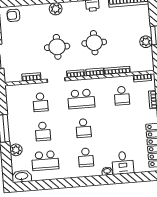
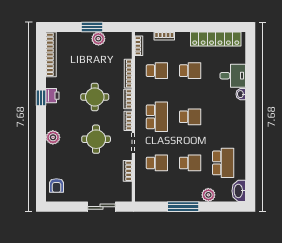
school desk: (86, 157) -> (190, 71), moved

